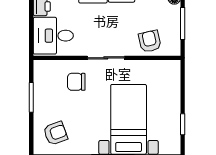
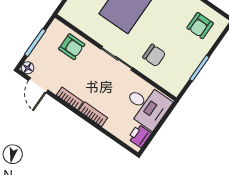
armchair: (150, 41) -> (72, 47), turned -77
armchair: (55, 133) -> (200, 26), turned -70

